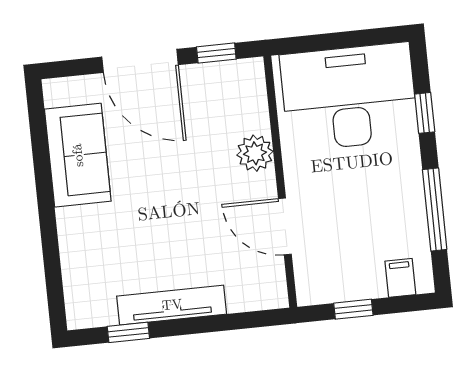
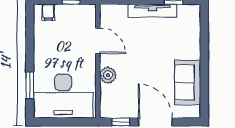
window: (425, 113) -> (30, 85), width x1.50
window: (435, 209) -> (30, 41), removed

